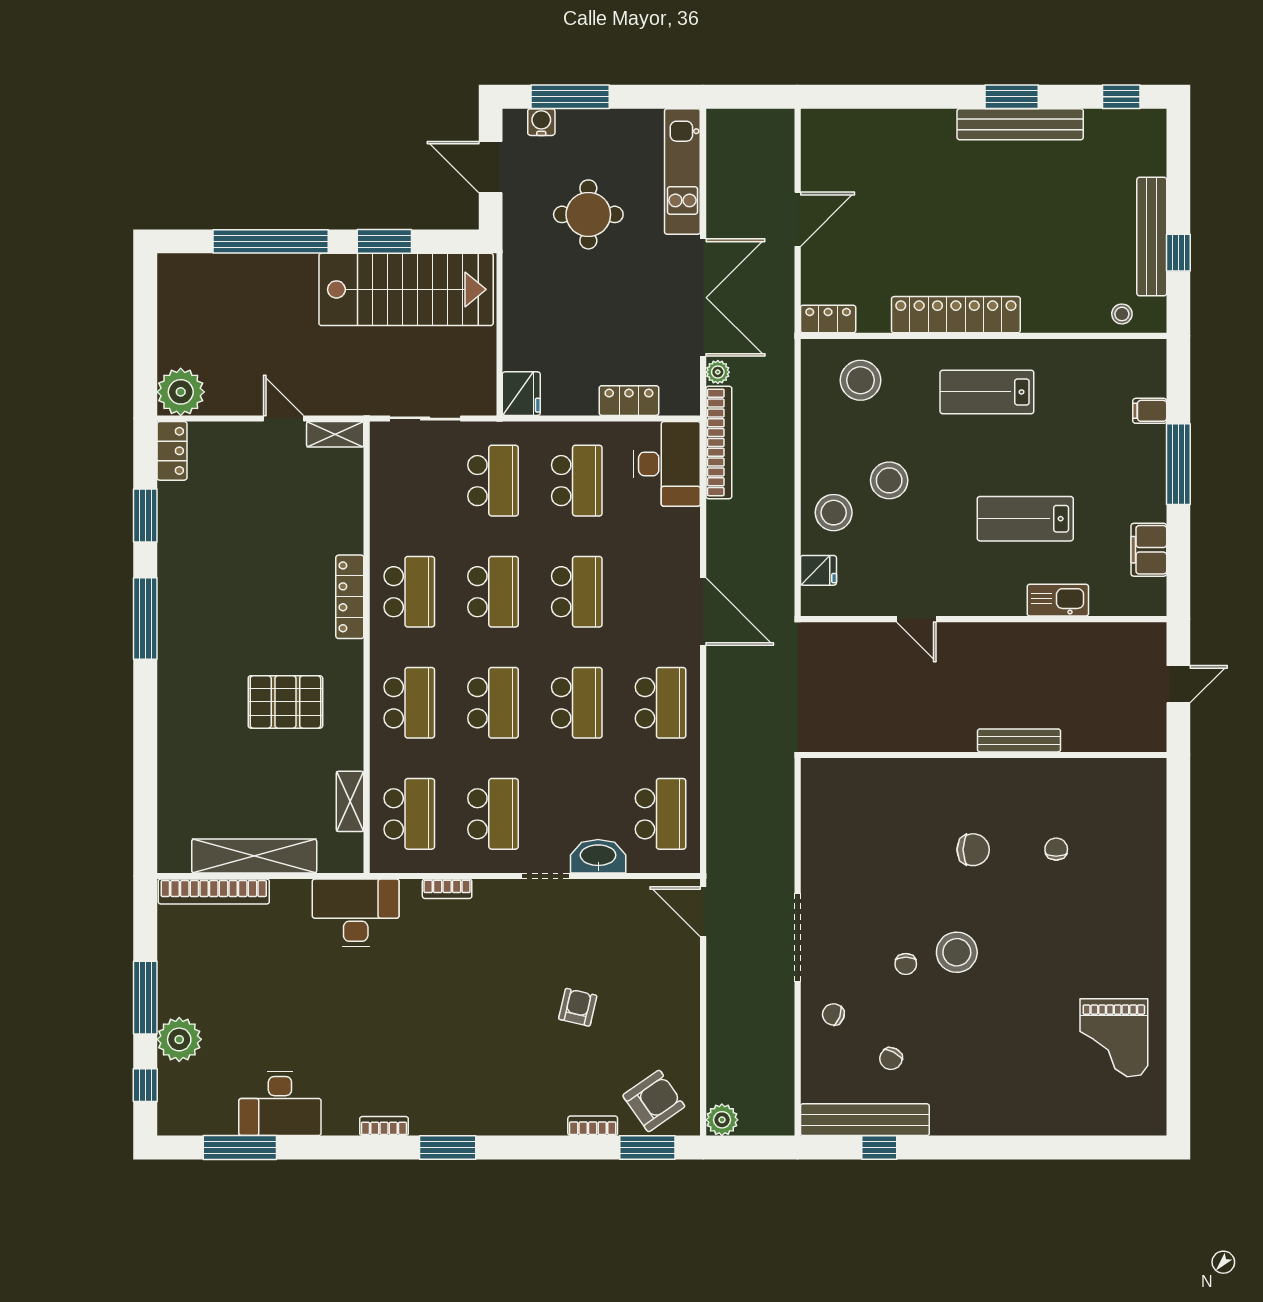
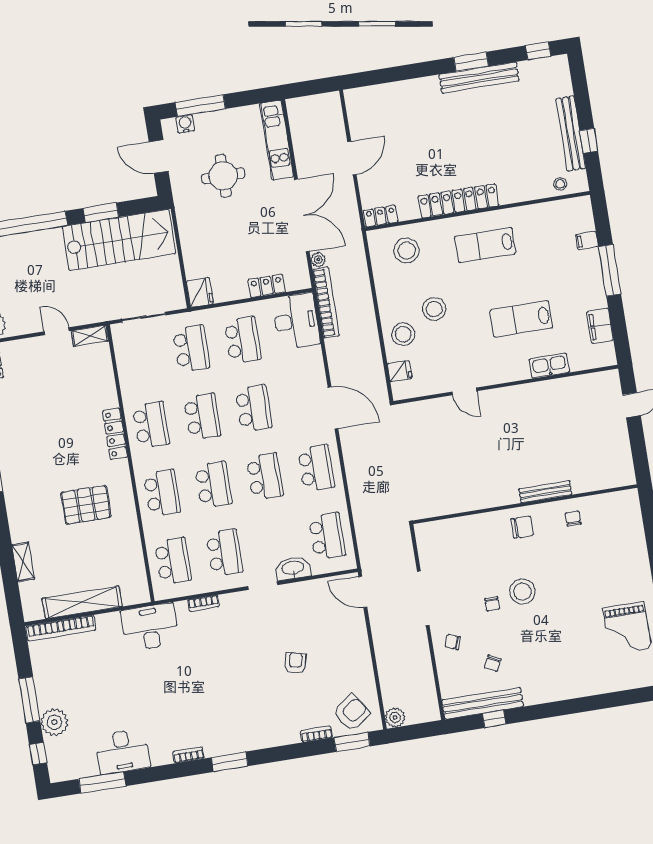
bench: (1019, 740) -> (545, 492), moved
wall: (984, 755) -> (525, 504), moved
shelving: (350, 801) -> (23, 562), moved

